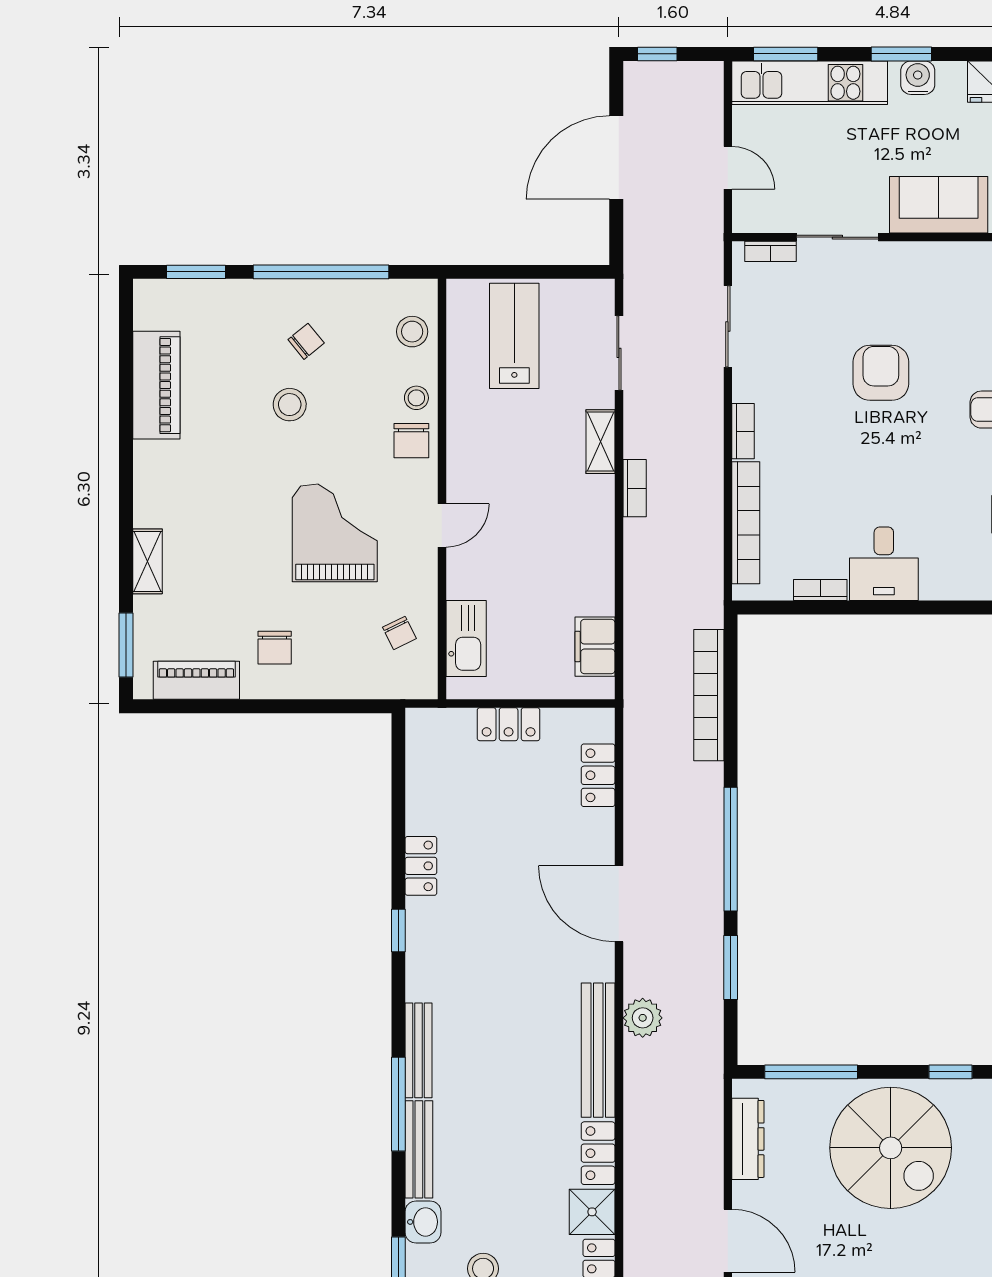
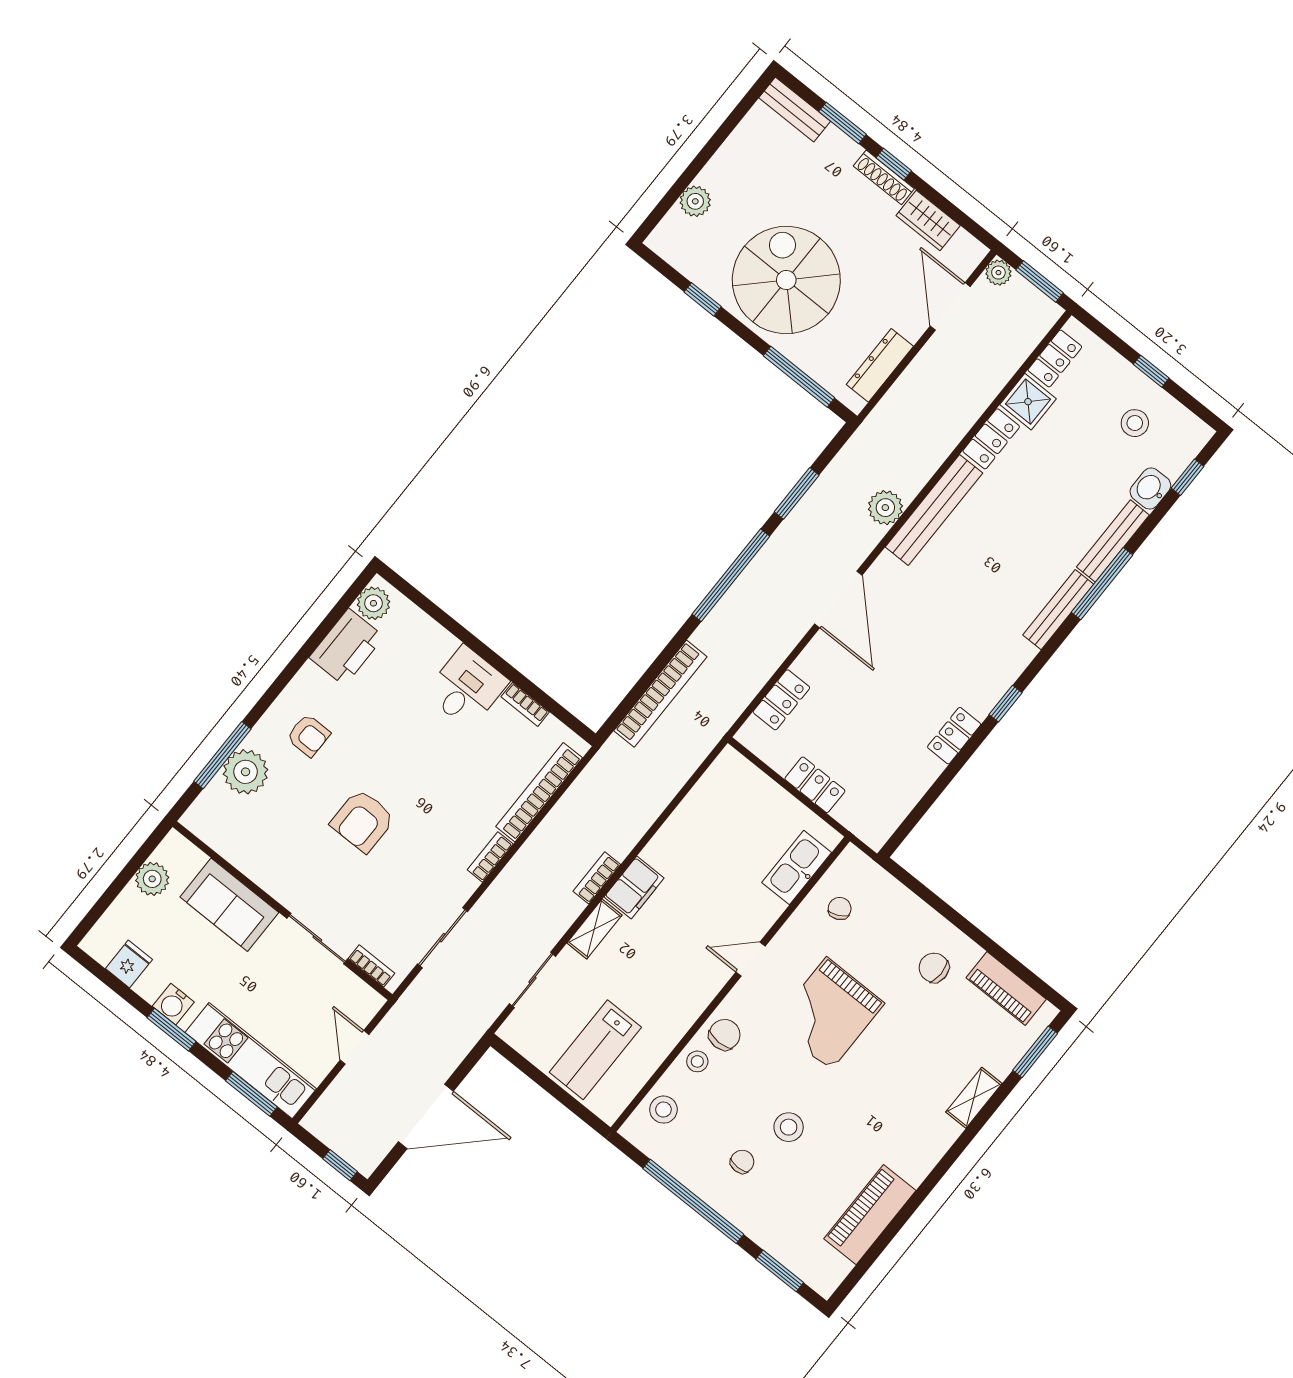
chair: (306, 341) -> (742, 1162), turned 129
filing cabinet: (595, 647) -> (634, 888), moved
chair: (275, 648) -> (934, 968), turned -90

